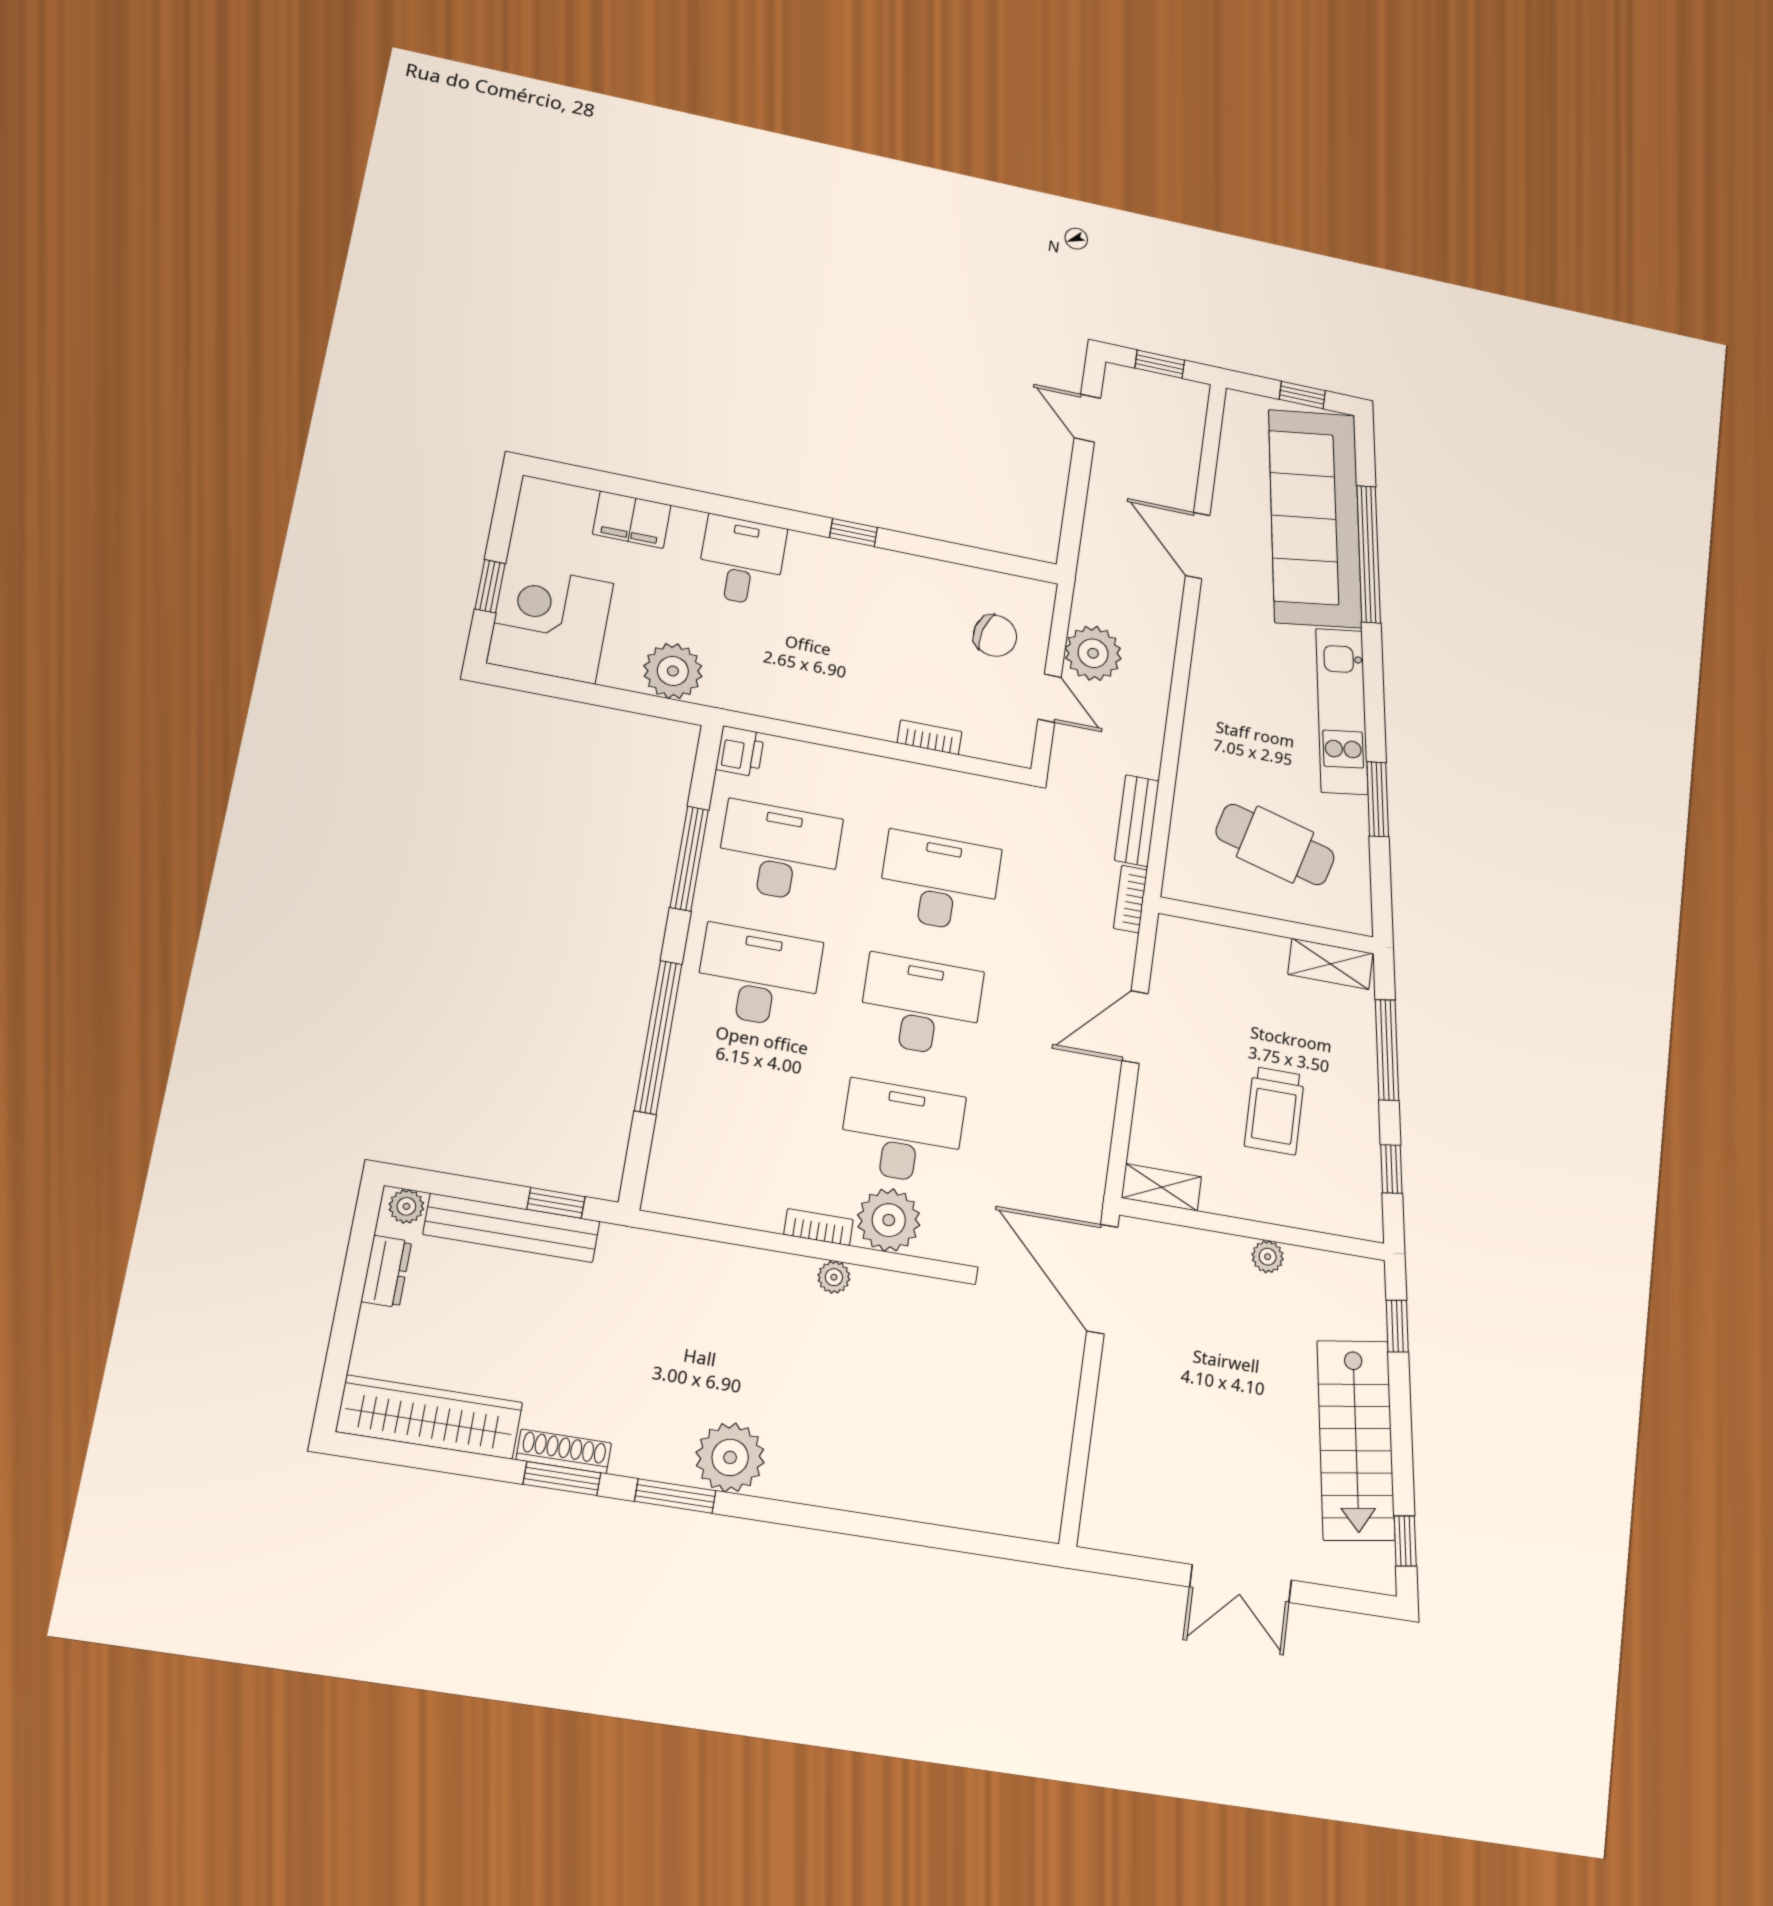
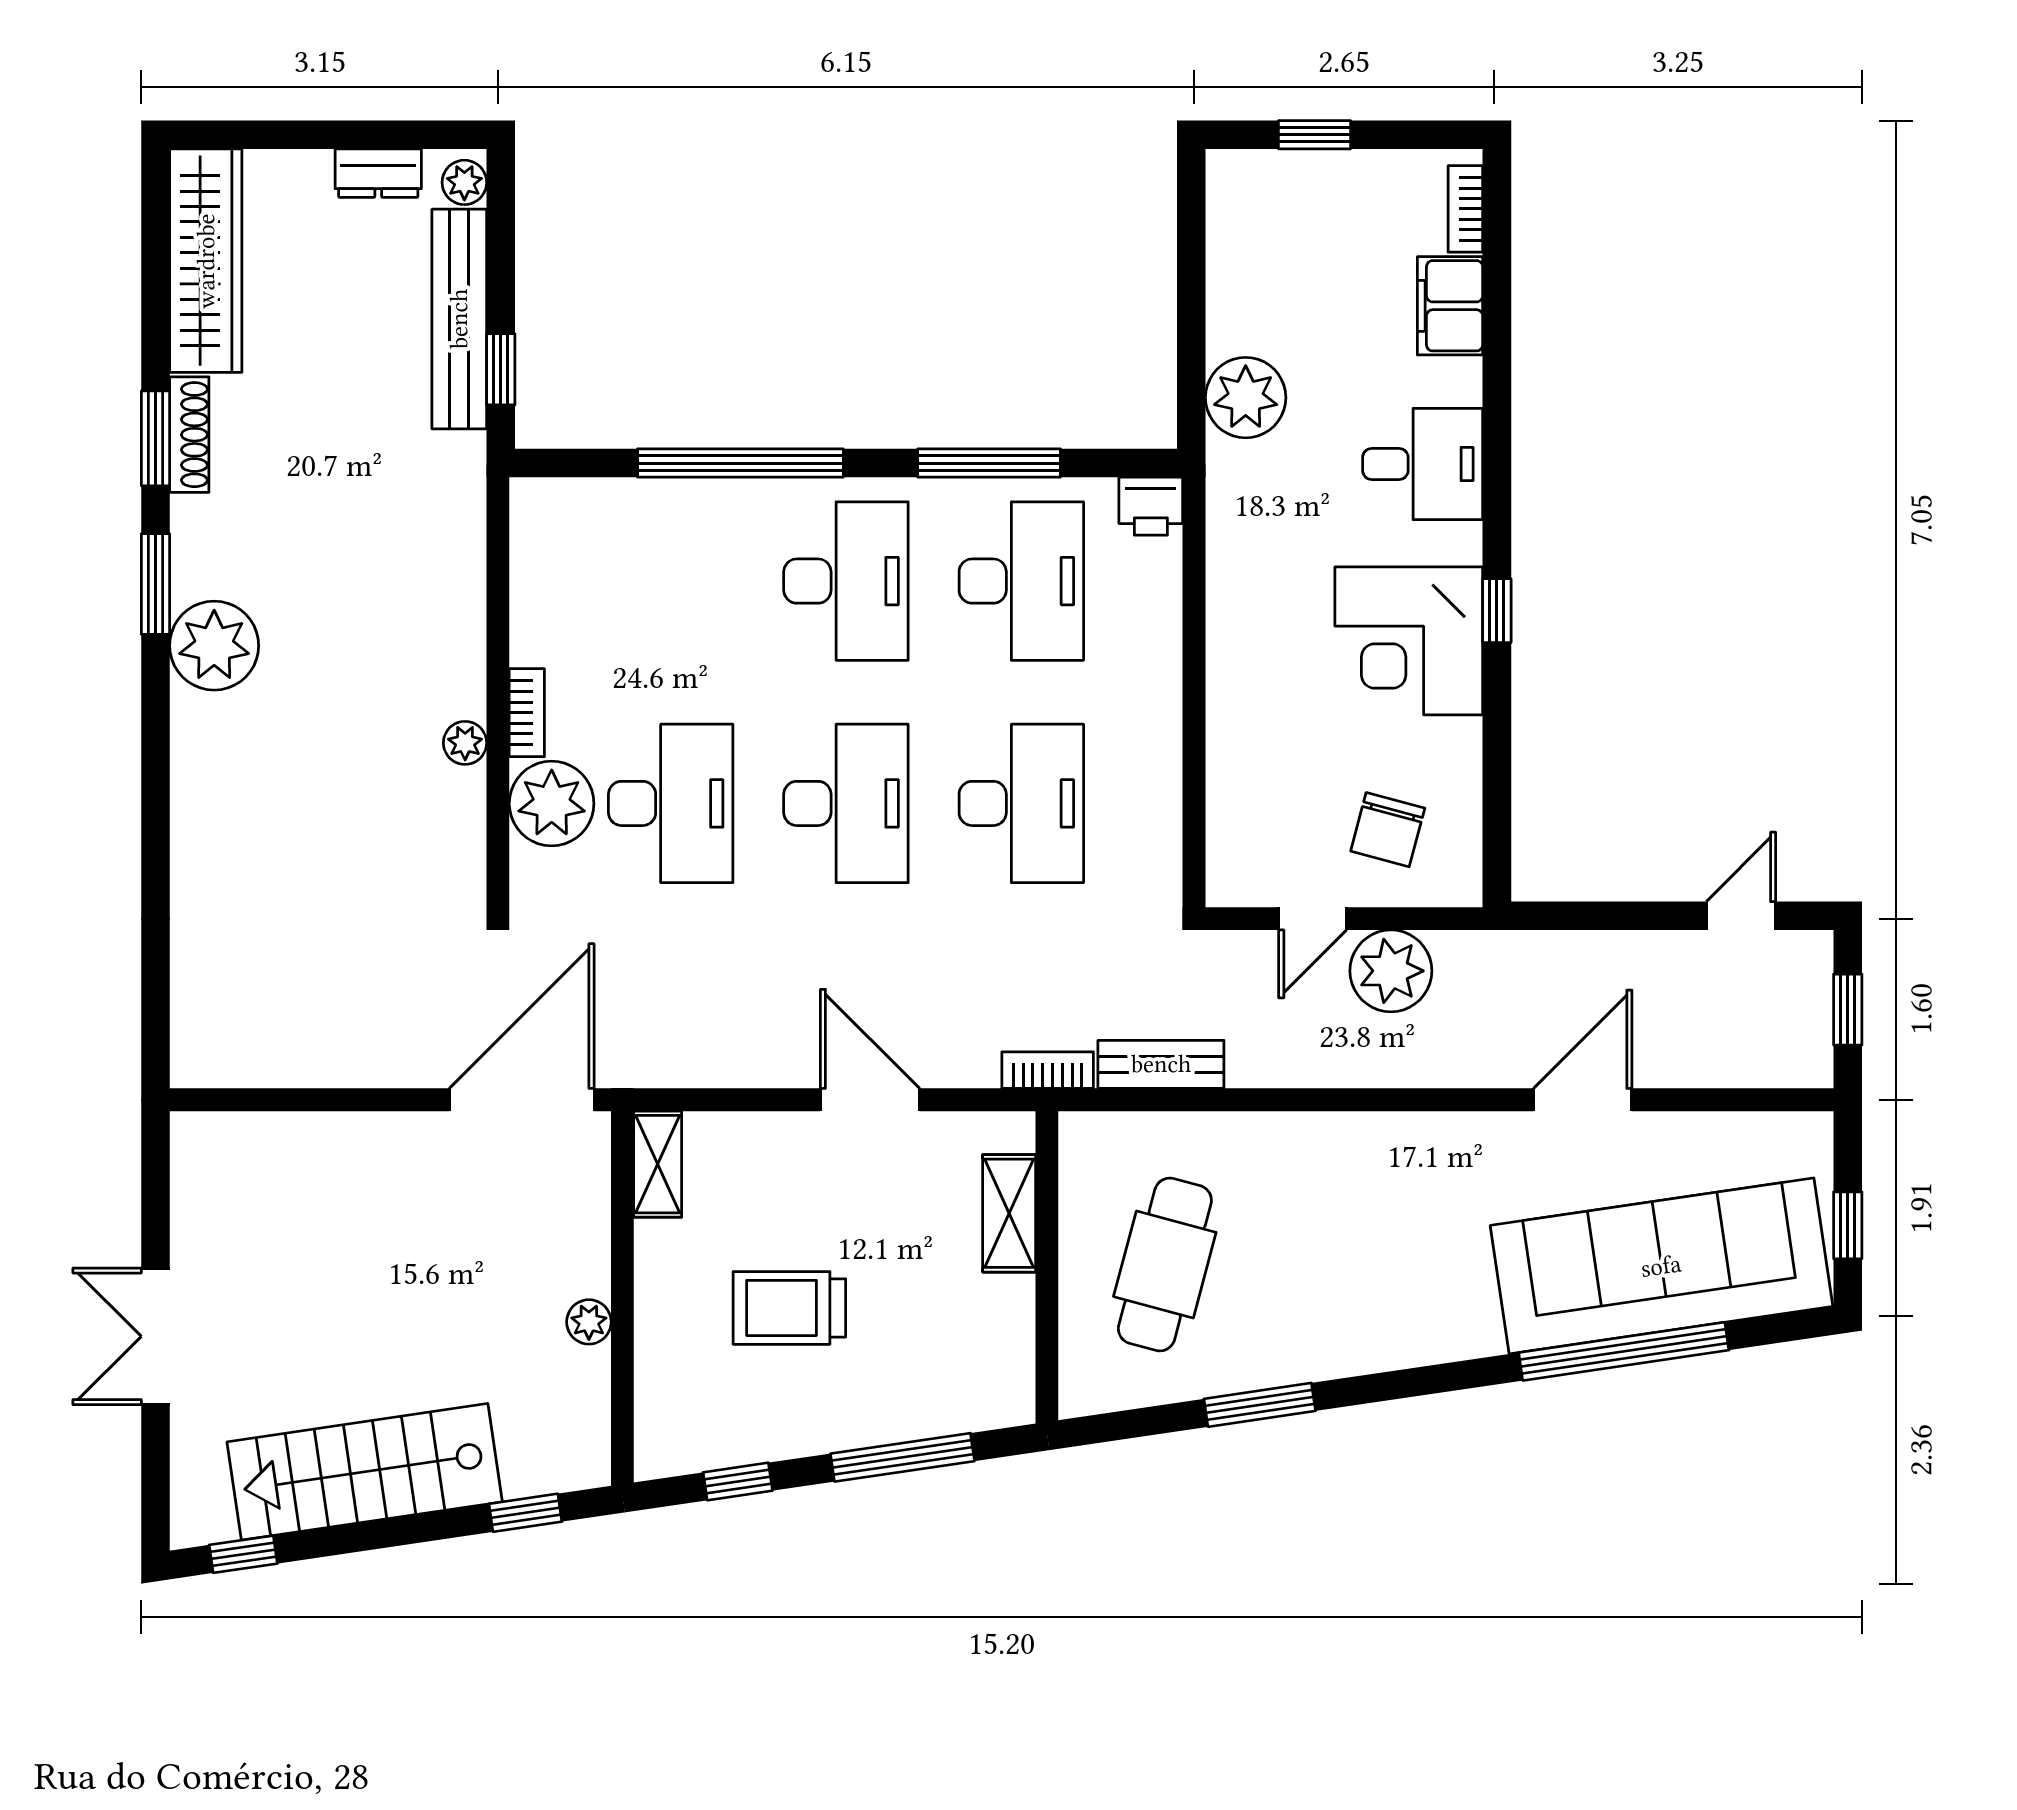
corner desk: (550, 623) -> (1409, 641), moved, turned 180
kitchen unit: (1342, 711) -> (1379, 1338), removed
bookcase: (929, 737) -> (1465, 209), moved, turned 180
shelving: (1330, 964) -> (1009, 1213), moved

